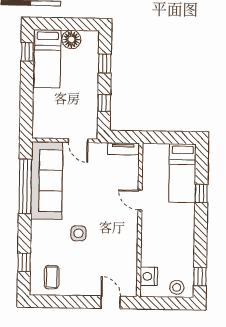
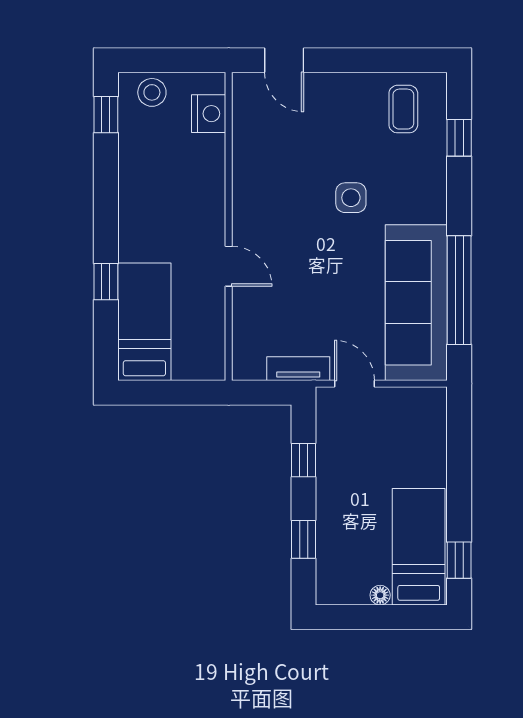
floor lamp: (71, 39) -> (380, 595), width x0.53, depth x0.53
tv unit: (123, 149) -> (298, 369), moved

